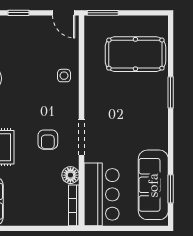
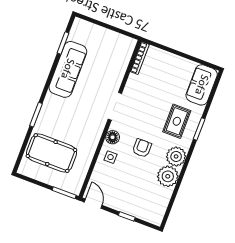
armchair: (48, 140) -> (142, 148), moved
floor lamp: (70, 175) -> (113, 137), moved
sofa: (153, 185) -> (68, 69), moved
bar counter: (101, 194) -> (116, 58), removed

